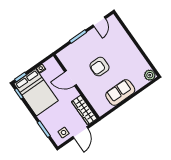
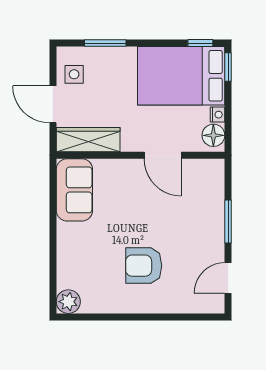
door: (99, 22) -> (228, 278), hinge flipped
floor lamp: (50, 65) -> (213, 135), added
armchair: (99, 67) -> (144, 266), moved, turned -90
door: (71, 78) -> (163, 155), swing flipped
sofa: (120, 92) -> (74, 190), moved

